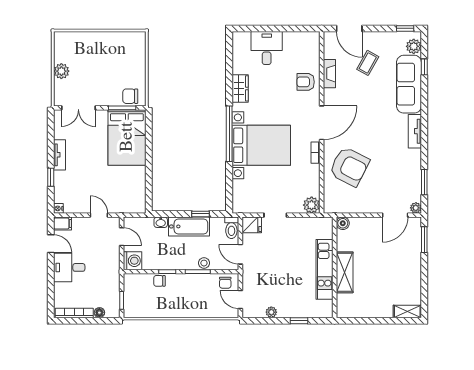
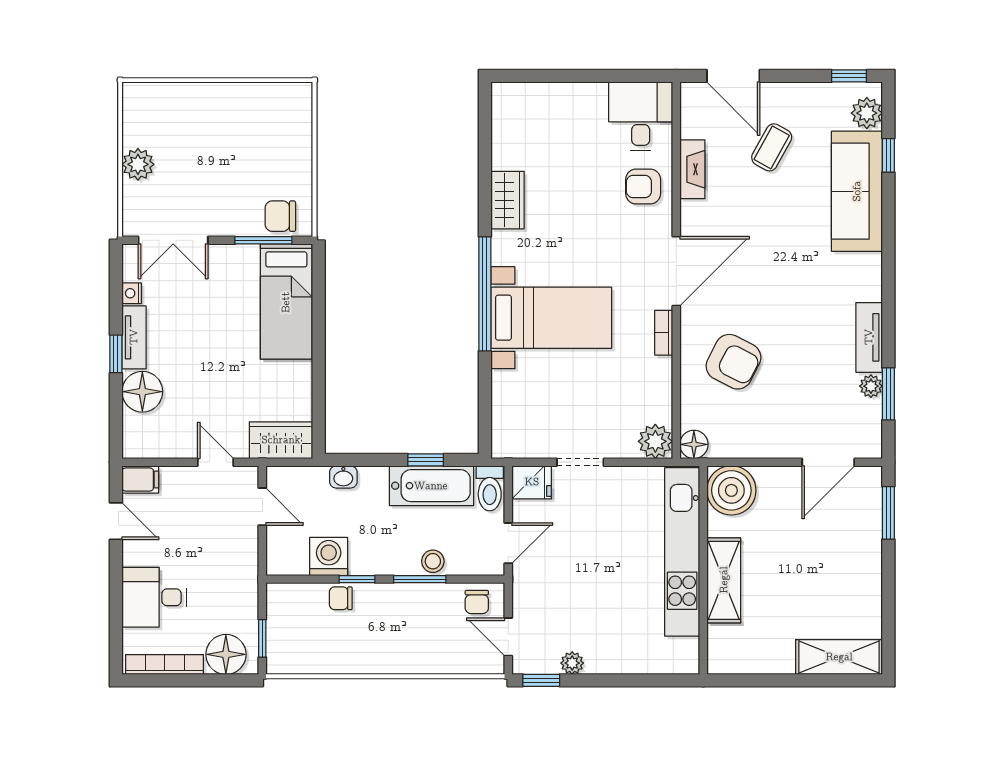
desk: (267, 48) -> (641, 116), moved
tv unit: (415, 131) -> (869, 337), moved
bed: (127, 137) -> (286, 302), width x0.67
bed with nightstands: (261, 145) -> (551, 318), width x0.73
armchair: (349, 167) -> (733, 362), width x0.73, depth x0.73
window: (51, 177) -> (116, 354), moved
floor lamp: (64, 181) -> (142, 392), added
wardrobe: (131, 204) -> (281, 440), added
floor lamp: (330, 207) -> (694, 444), added
nightstand: (58, 208) -> (132, 293), moved
plant: (416, 208) -> (871, 386), moved
boiler: (343, 223) -> (731, 490), width x1.86, depth x1.86
bathtub: (189, 226) -> (431, 486), moved
door: (240, 254) -> (508, 543), swing flipped
washing machine: (132, 261) -> (329, 556), moved, turned -90
desk: (69, 267) -> (154, 597), moved
kitchen unit: (324, 269) -> (682, 552), width x1.36
shelving: (407, 311) -> (839, 657), width x1.50, depth x1.33
floor lamp: (99, 313) -> (226, 654), width x1.89, depth x1.89
window: (299, 321) -> (541, 680), moved

